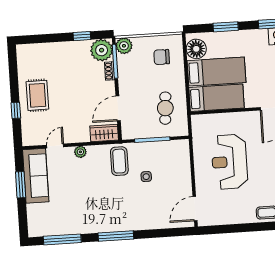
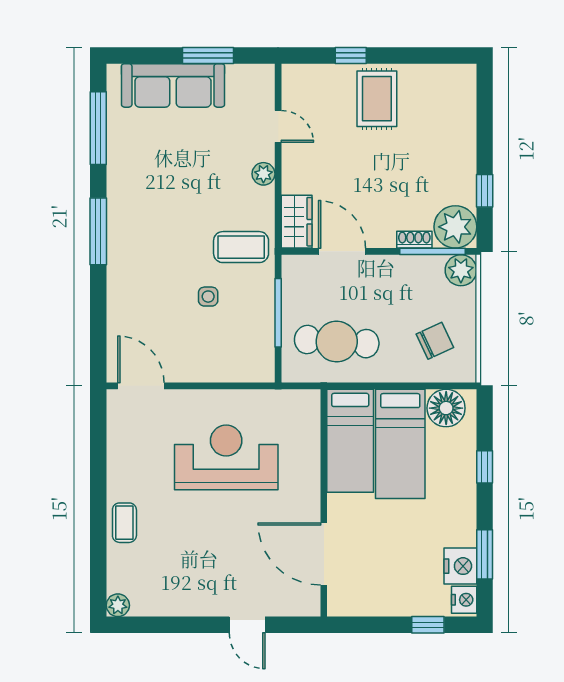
window: (226, 27) -> (485, 467), width x0.67
chair: (162, 57) -> (435, 341), turned 65
rug: (37, 95) -> (377, 99), turned 90
cafe table: (165, 108) -> (337, 342), width x1.37, depth x1.35
sofa: (36, 176) -> (173, 85), moved

